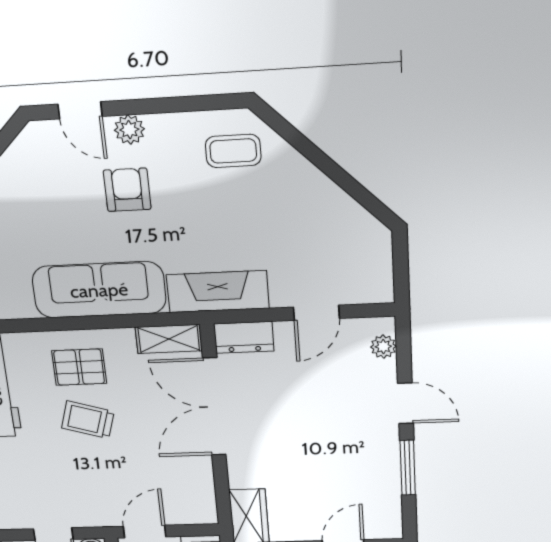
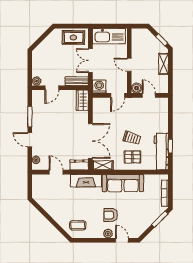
armchair: (127, 190) -> (111, 215), turned 90
door: (316, 313) -> (56, 172), hinge flipped

